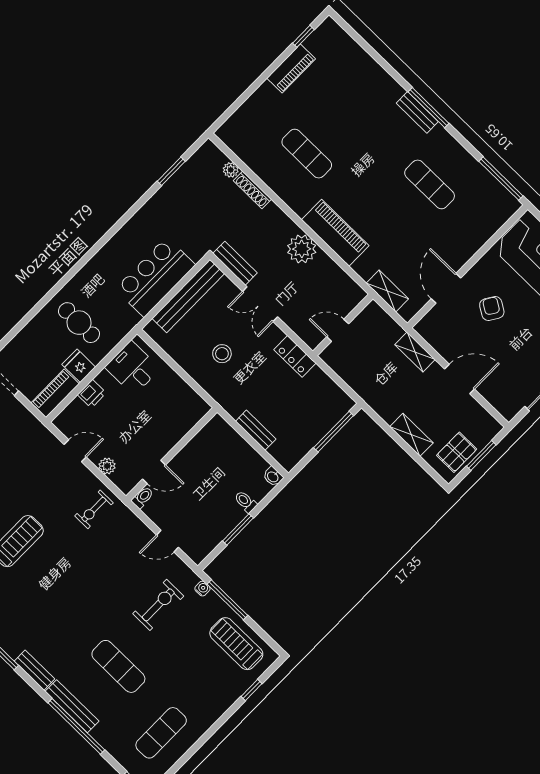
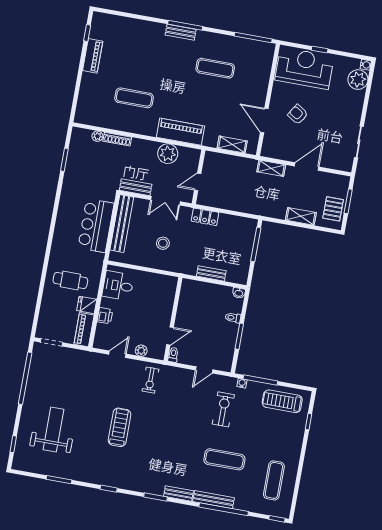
wall: (343, 325) -> (199, 177), moved
door: (338, 330) -> (198, 182), moved

